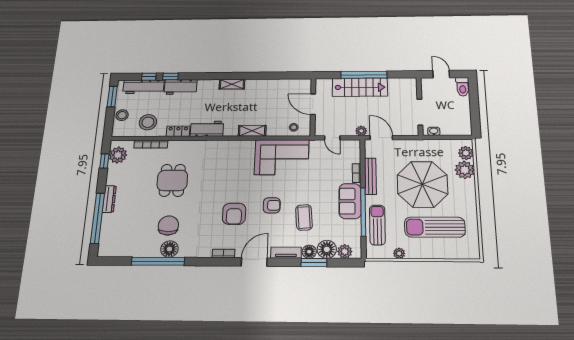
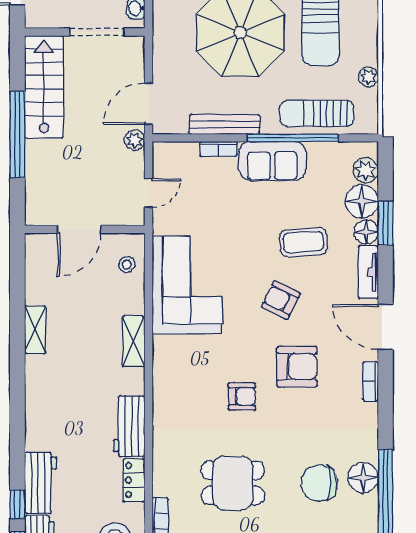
shelving: (232, 84) -> (35, 330), moved
stairs: (360, 87) -> (44, 87), moved
armchair: (219, 185) -> (242, 397), added
armchair: (272, 205) -> (281, 300), turned -64

